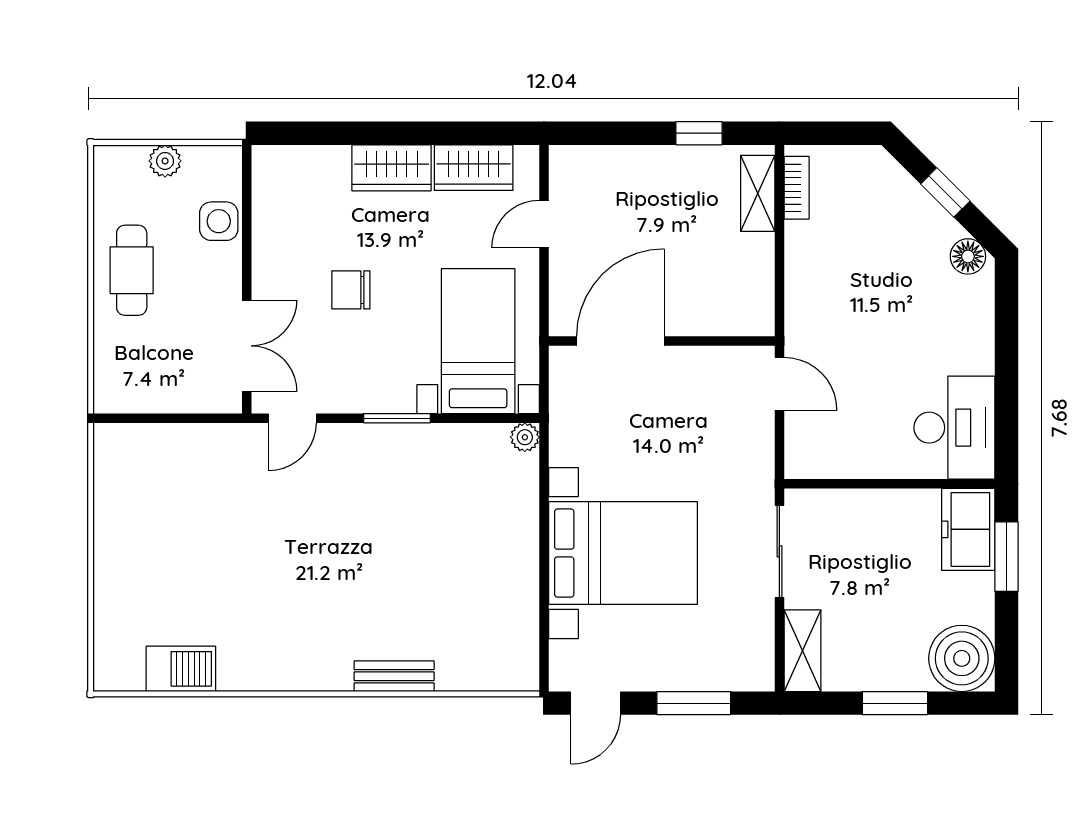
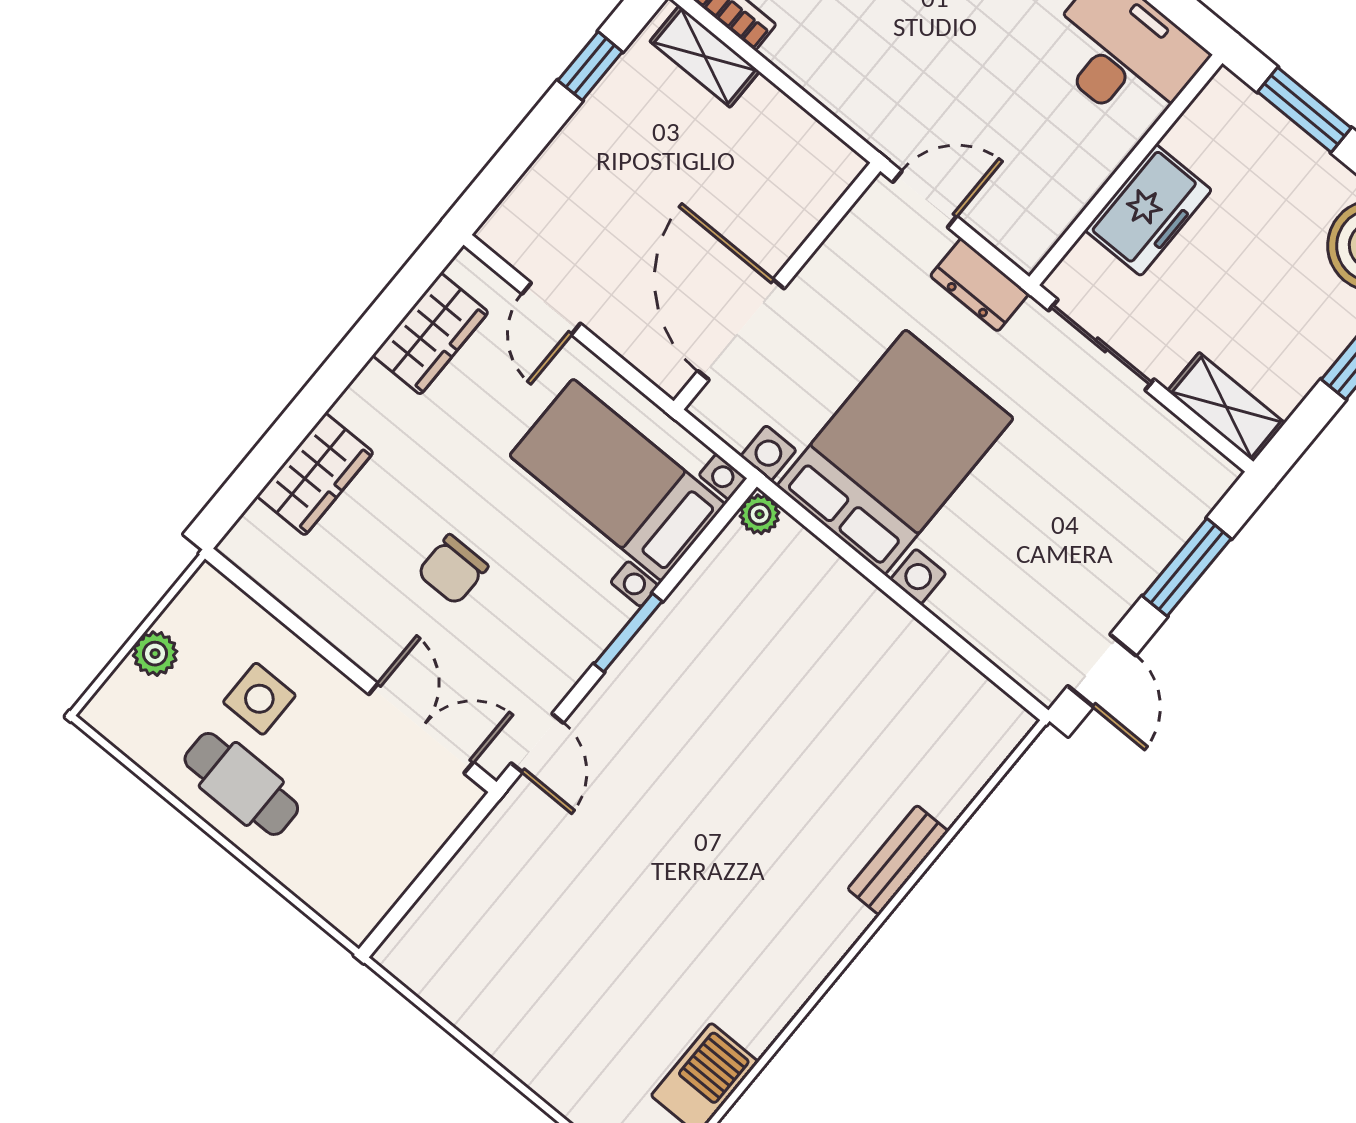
wardrobe: (392, 168) -> (315, 474), moved
side table: (219, 221) -> (259, 699), moved
dresser: (757, 455) -> (980, 285), added
freezer: (968, 529) -> (1148, 210), moved, turned -90
bed with nightstands: (623, 553) -> (895, 452), moved

